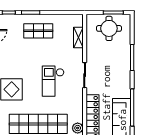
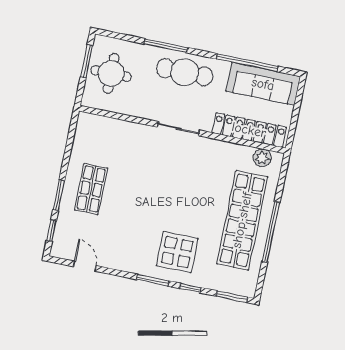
shelving: (78, 37) -> (115, 126), removed
cafe table: (119, 72) -> (185, 72), added
checkout: (53, 81) -> (178, 182), removed

